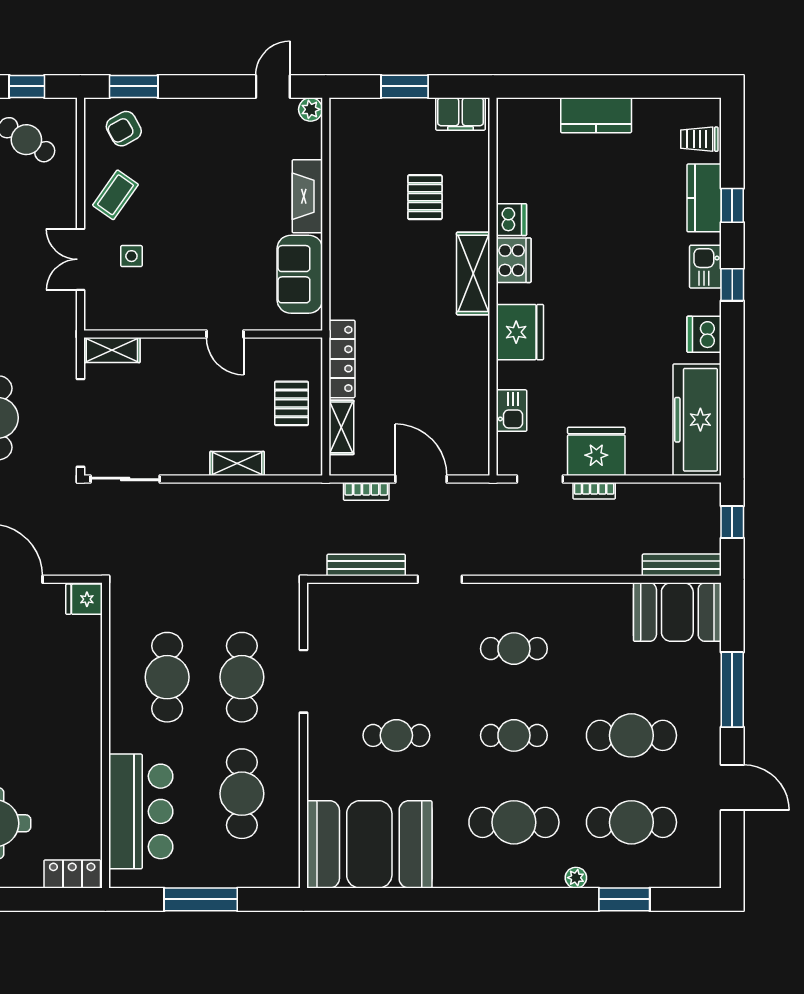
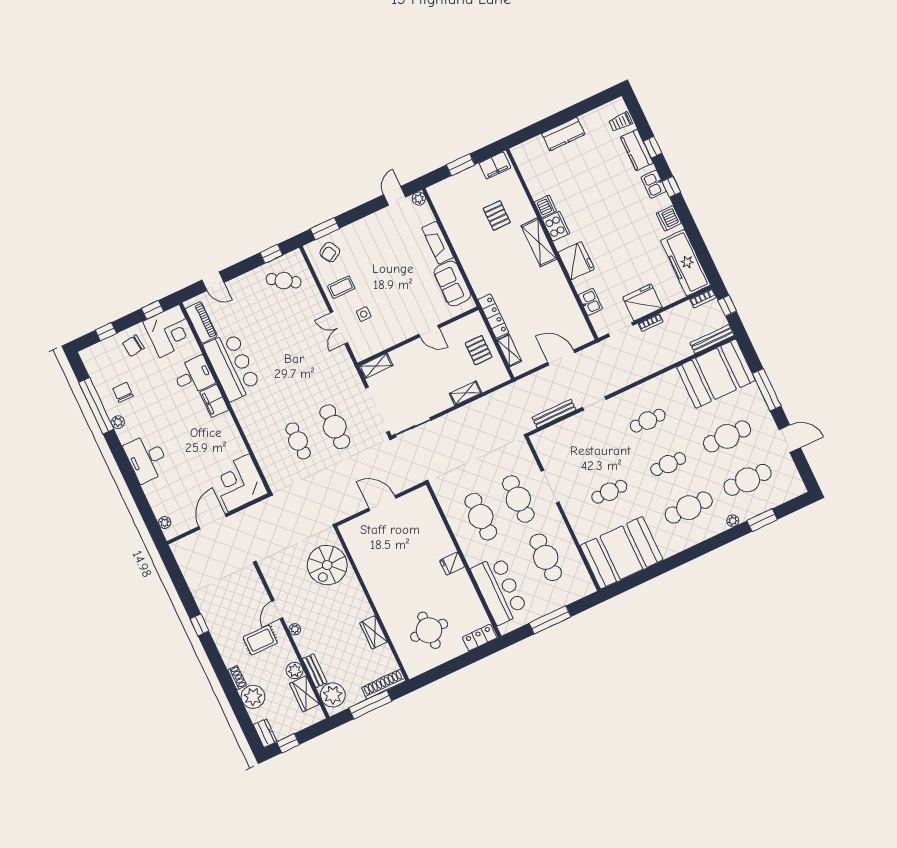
coffee table: (115, 195) -> (341, 287), turned 55
bookcase: (366, 491) -> (703, 298), moved
fridge: (84, 599) -> (452, 564), moved
booth: (677, 612) -> (716, 374), width x1.36, depth x1.42

